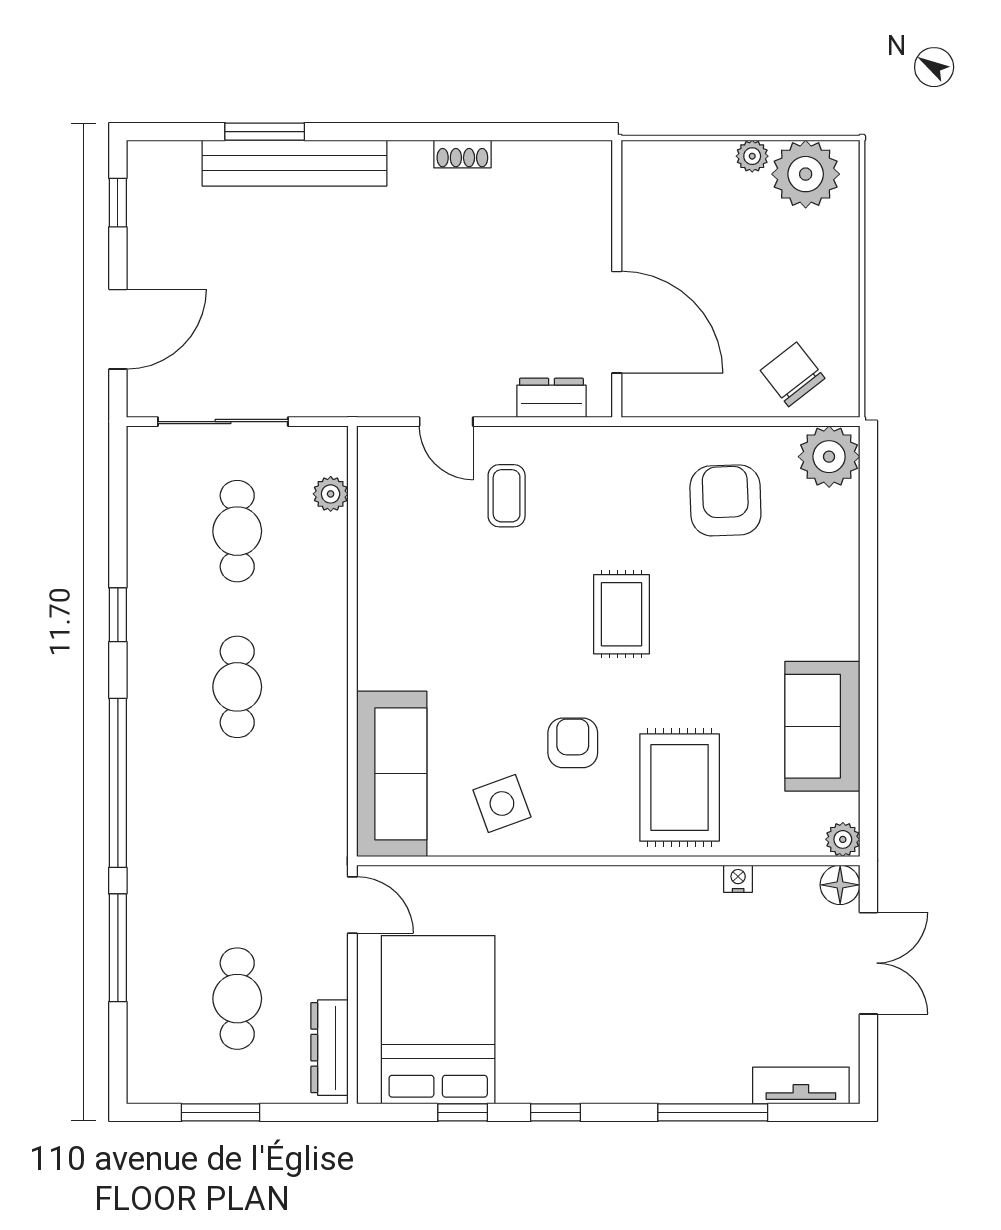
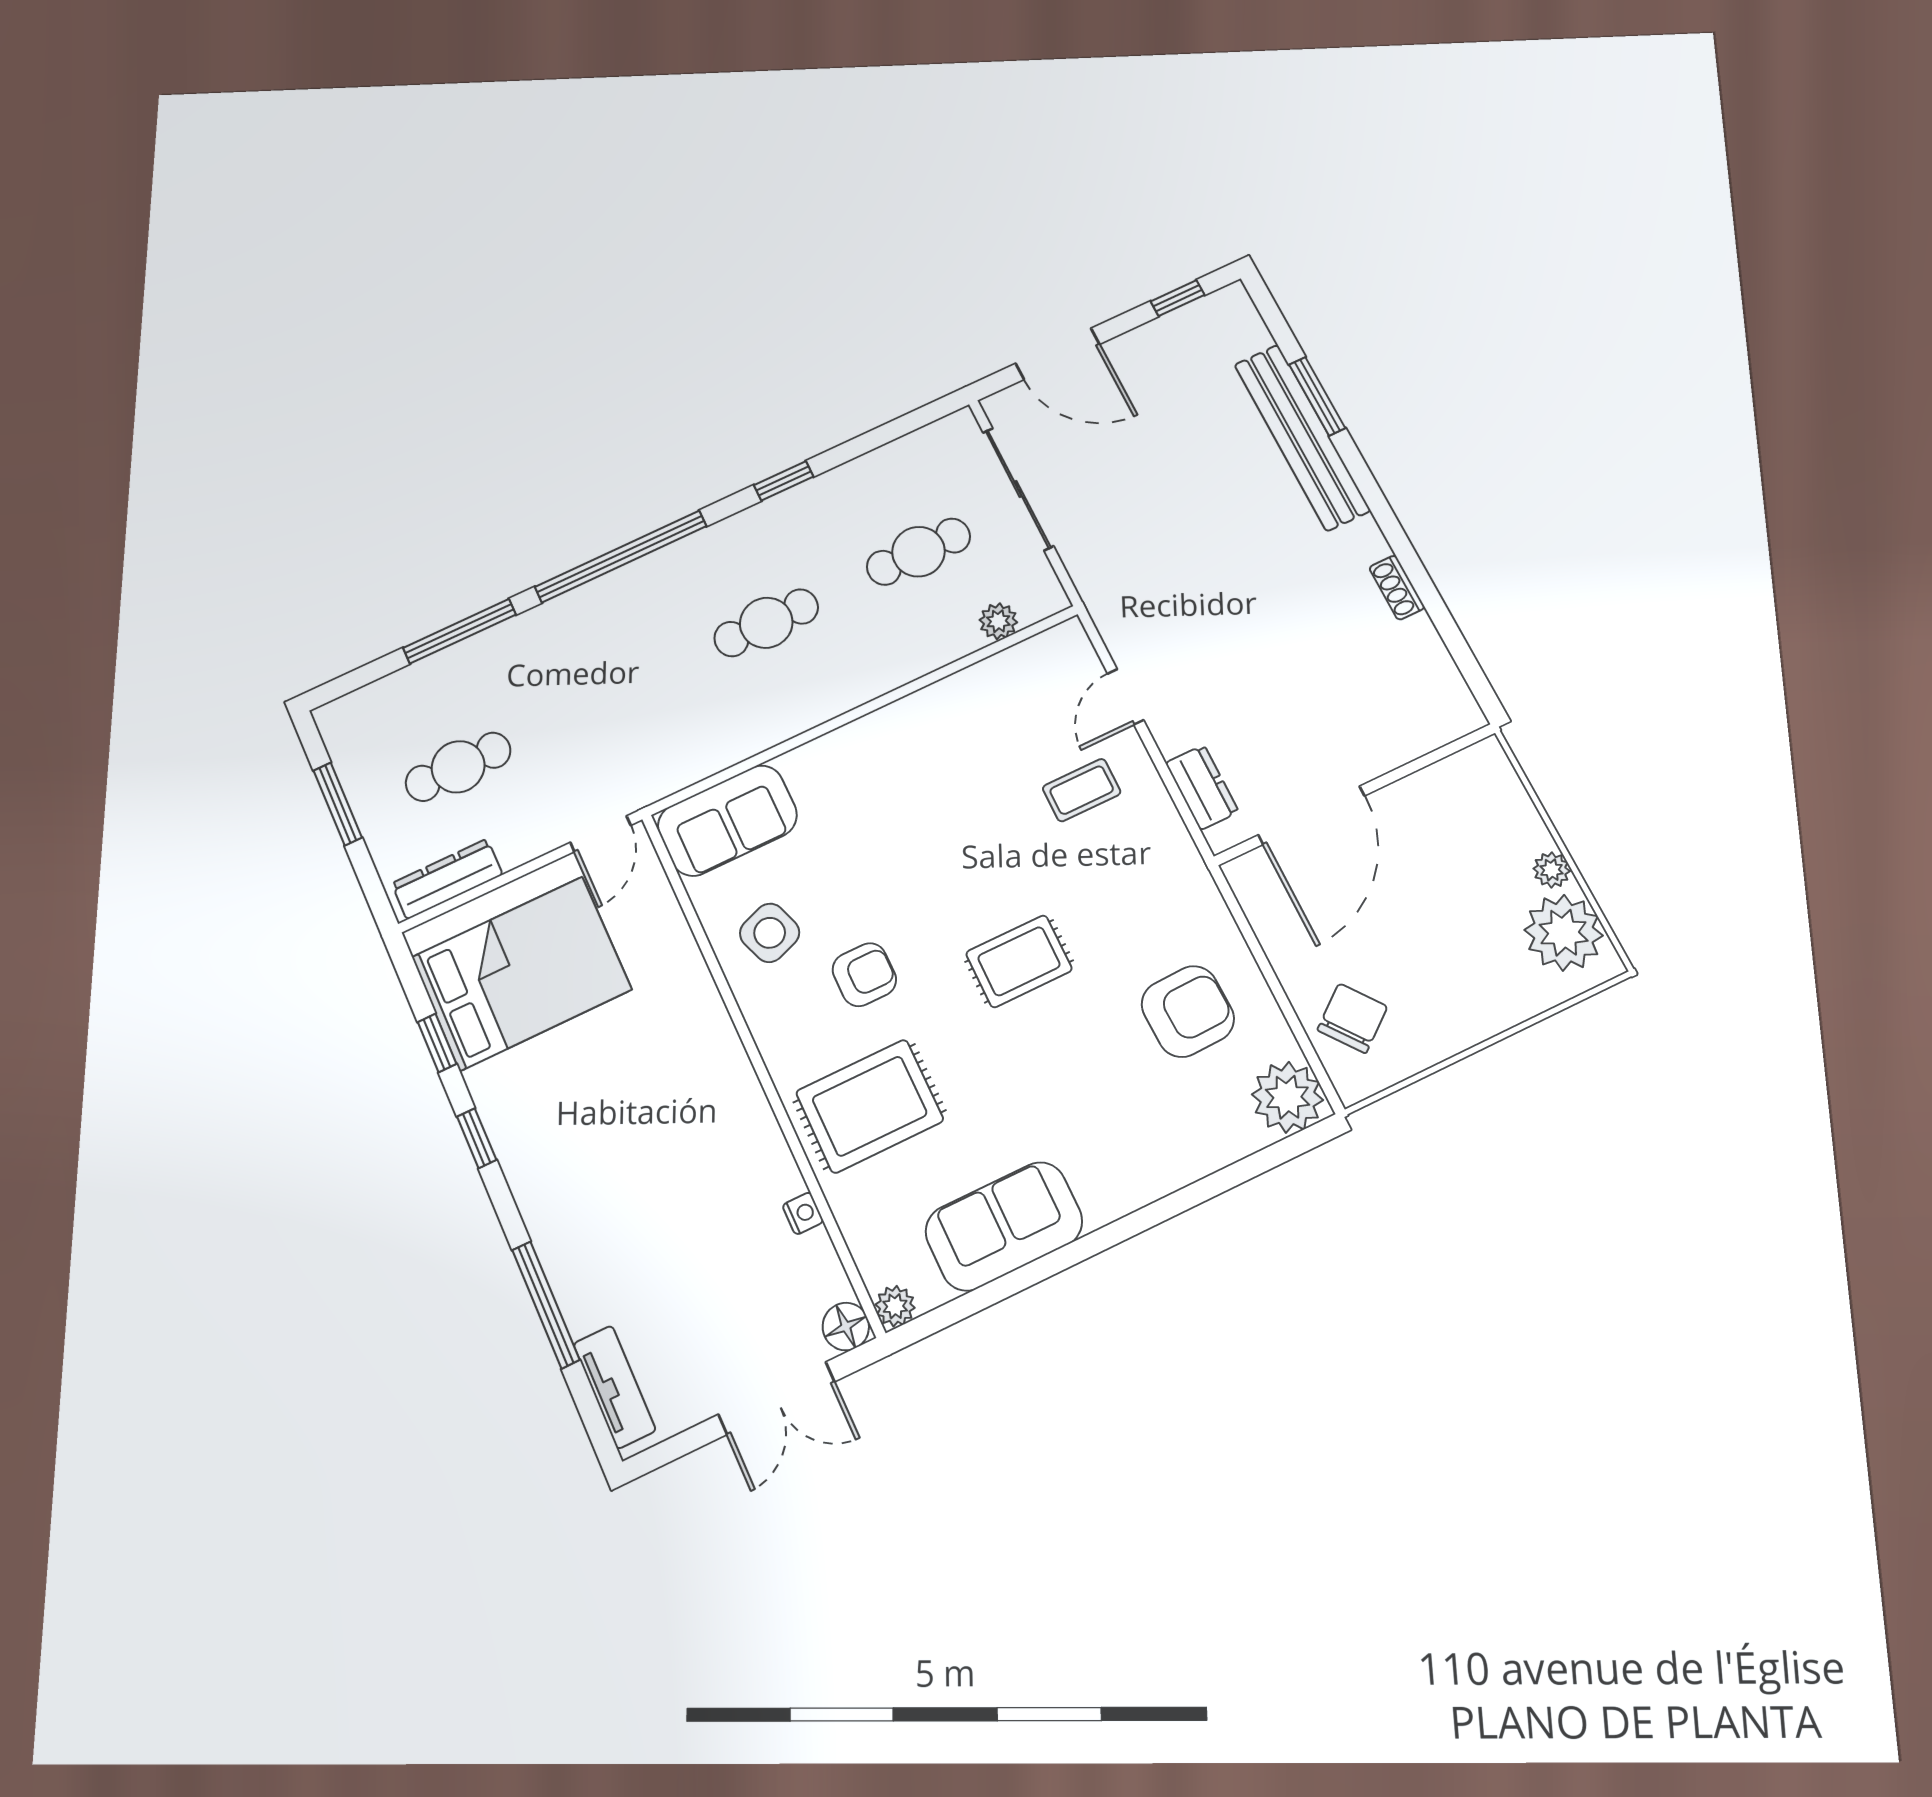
sofa: (392, 774) -> (727, 821), width x0.73

